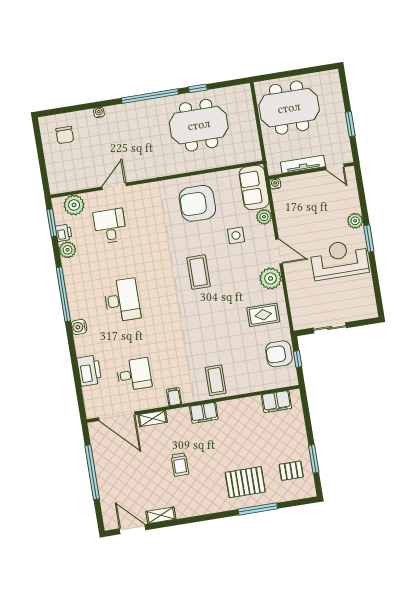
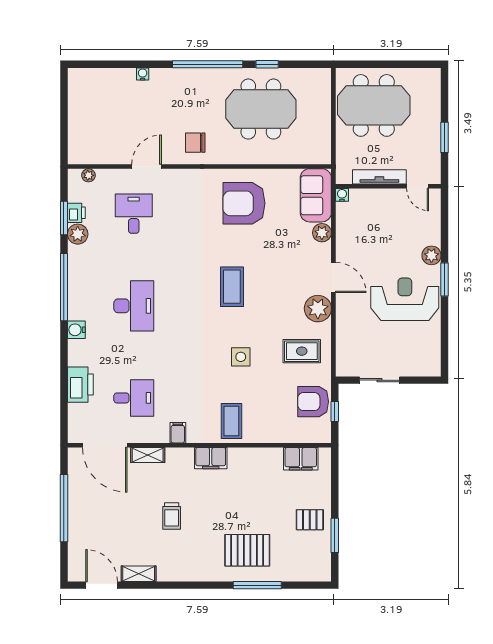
chair: (65, 135) -> (195, 143), moved, turned 90
plant: (74, 205) -> (88, 175), width x0.53, depth x0.53
window: (52, 223) -> (64, 218), moved
side table: (236, 235) -> (241, 357), moved
pallet: (291, 471) -> (310, 520), moved

